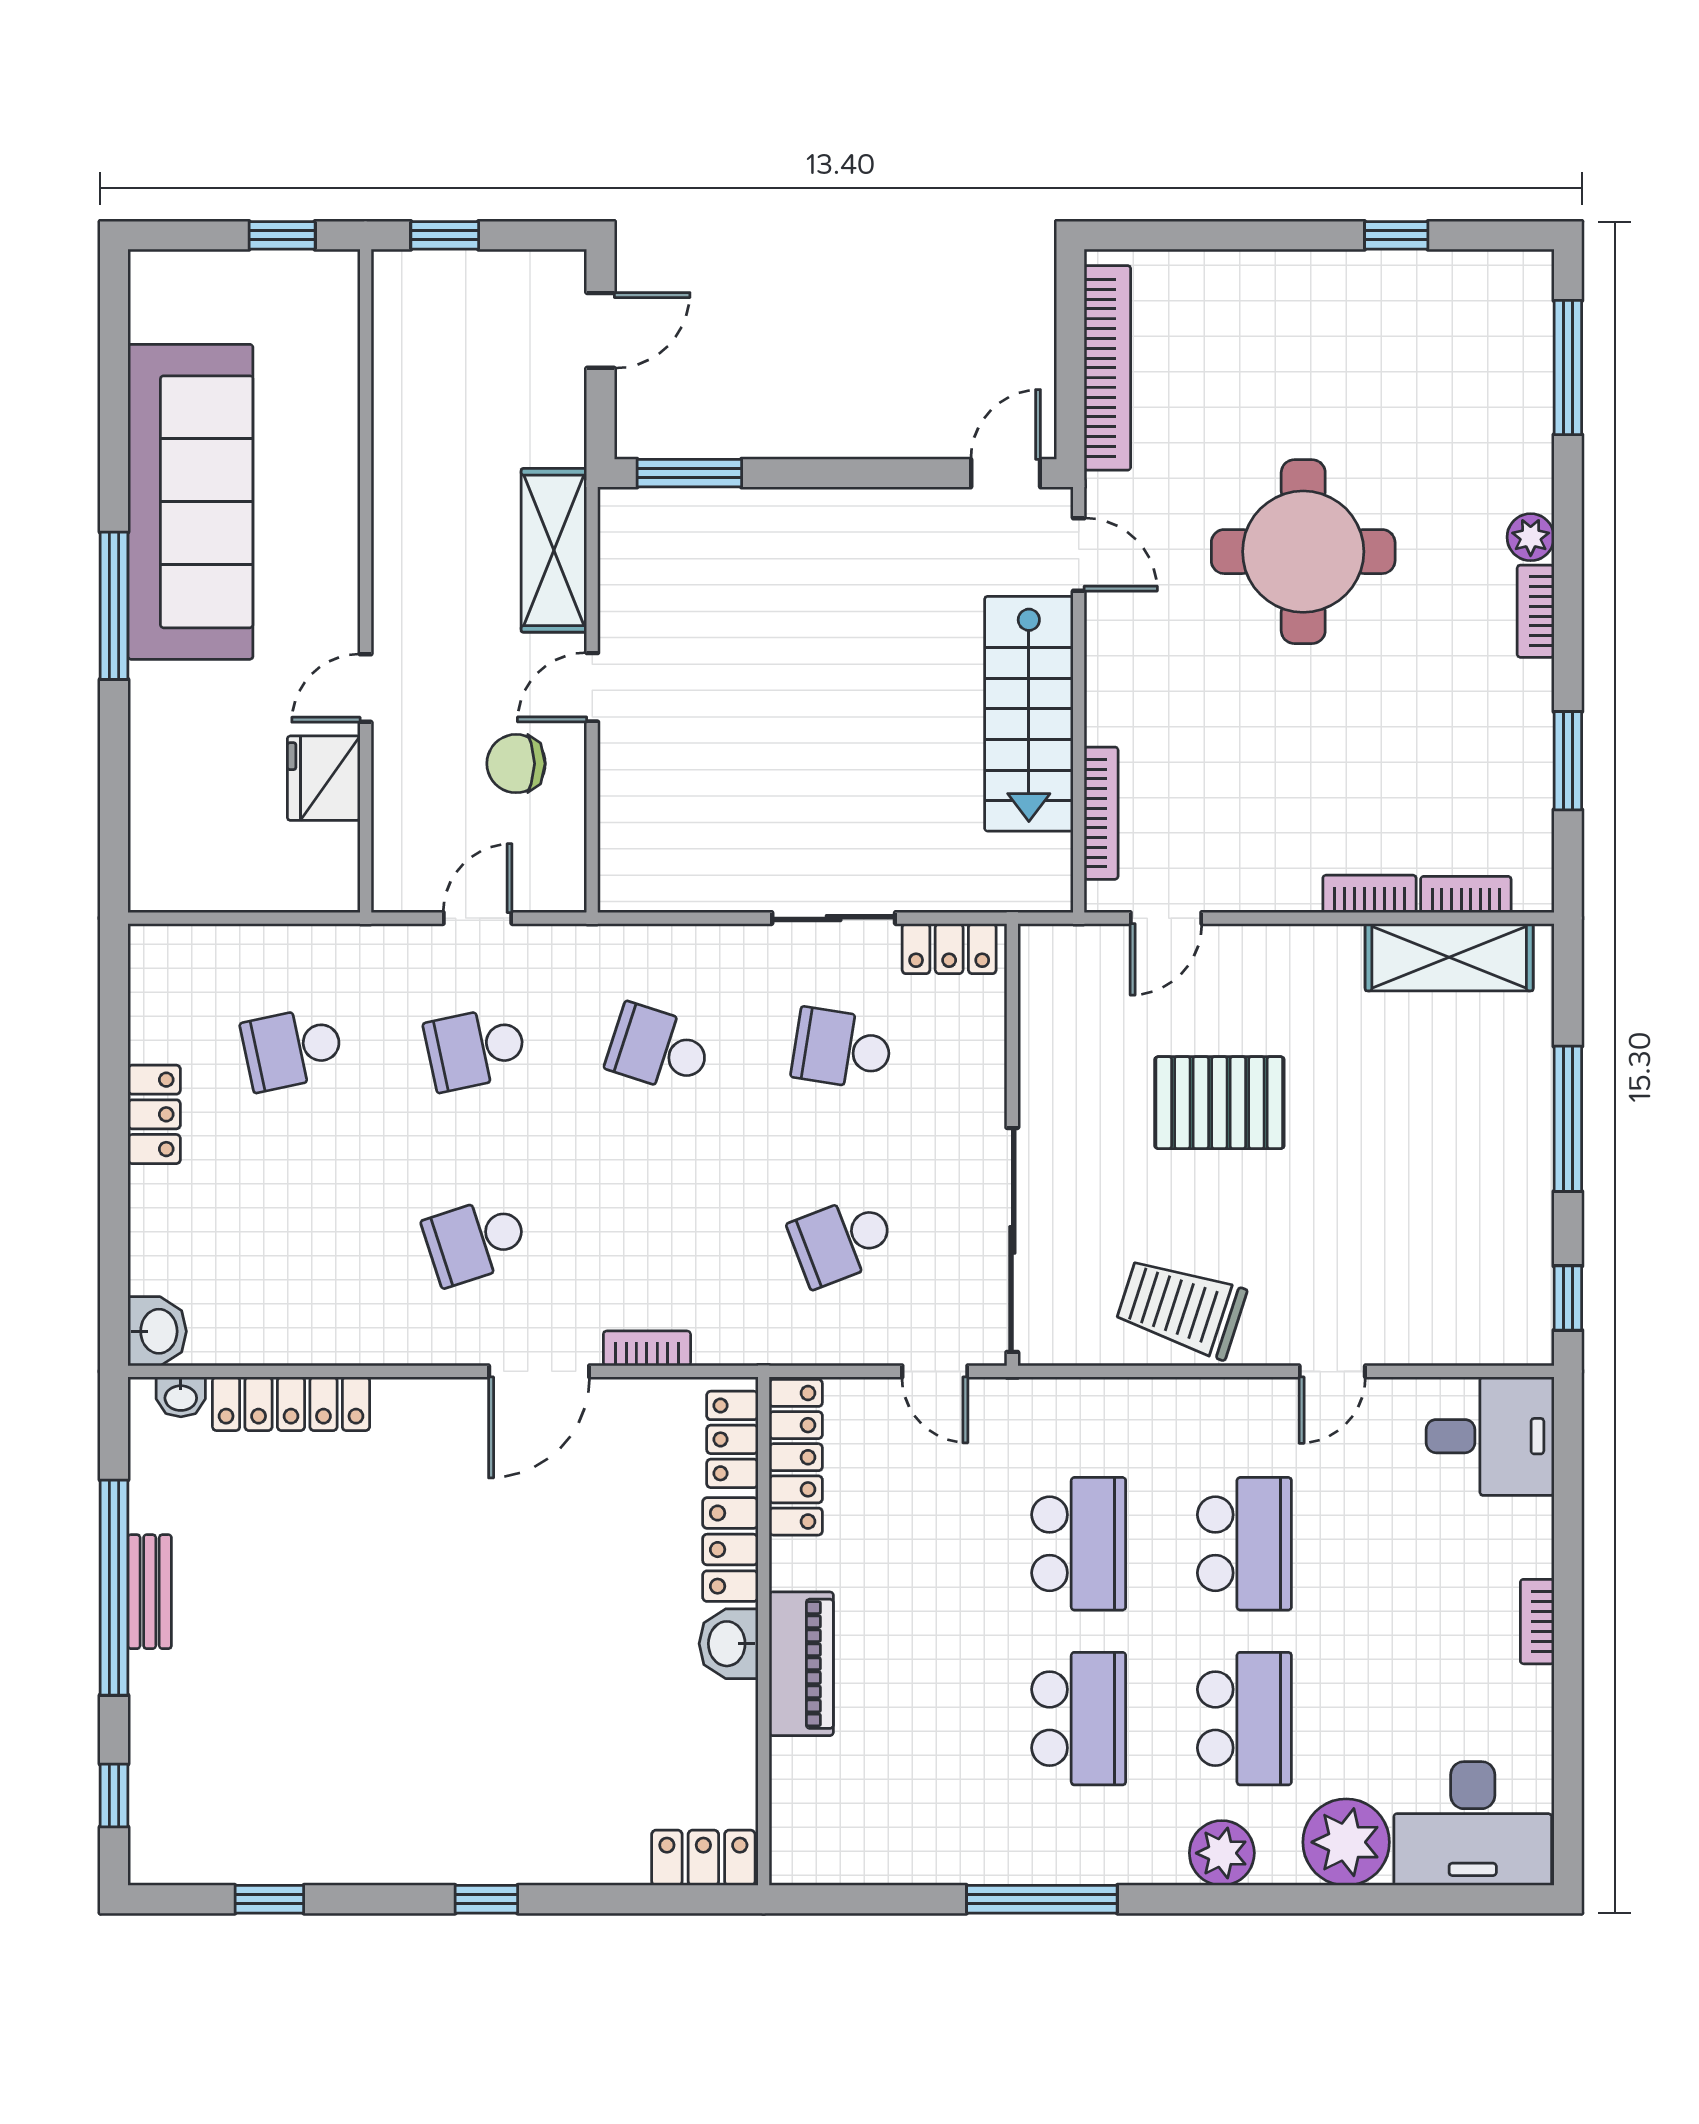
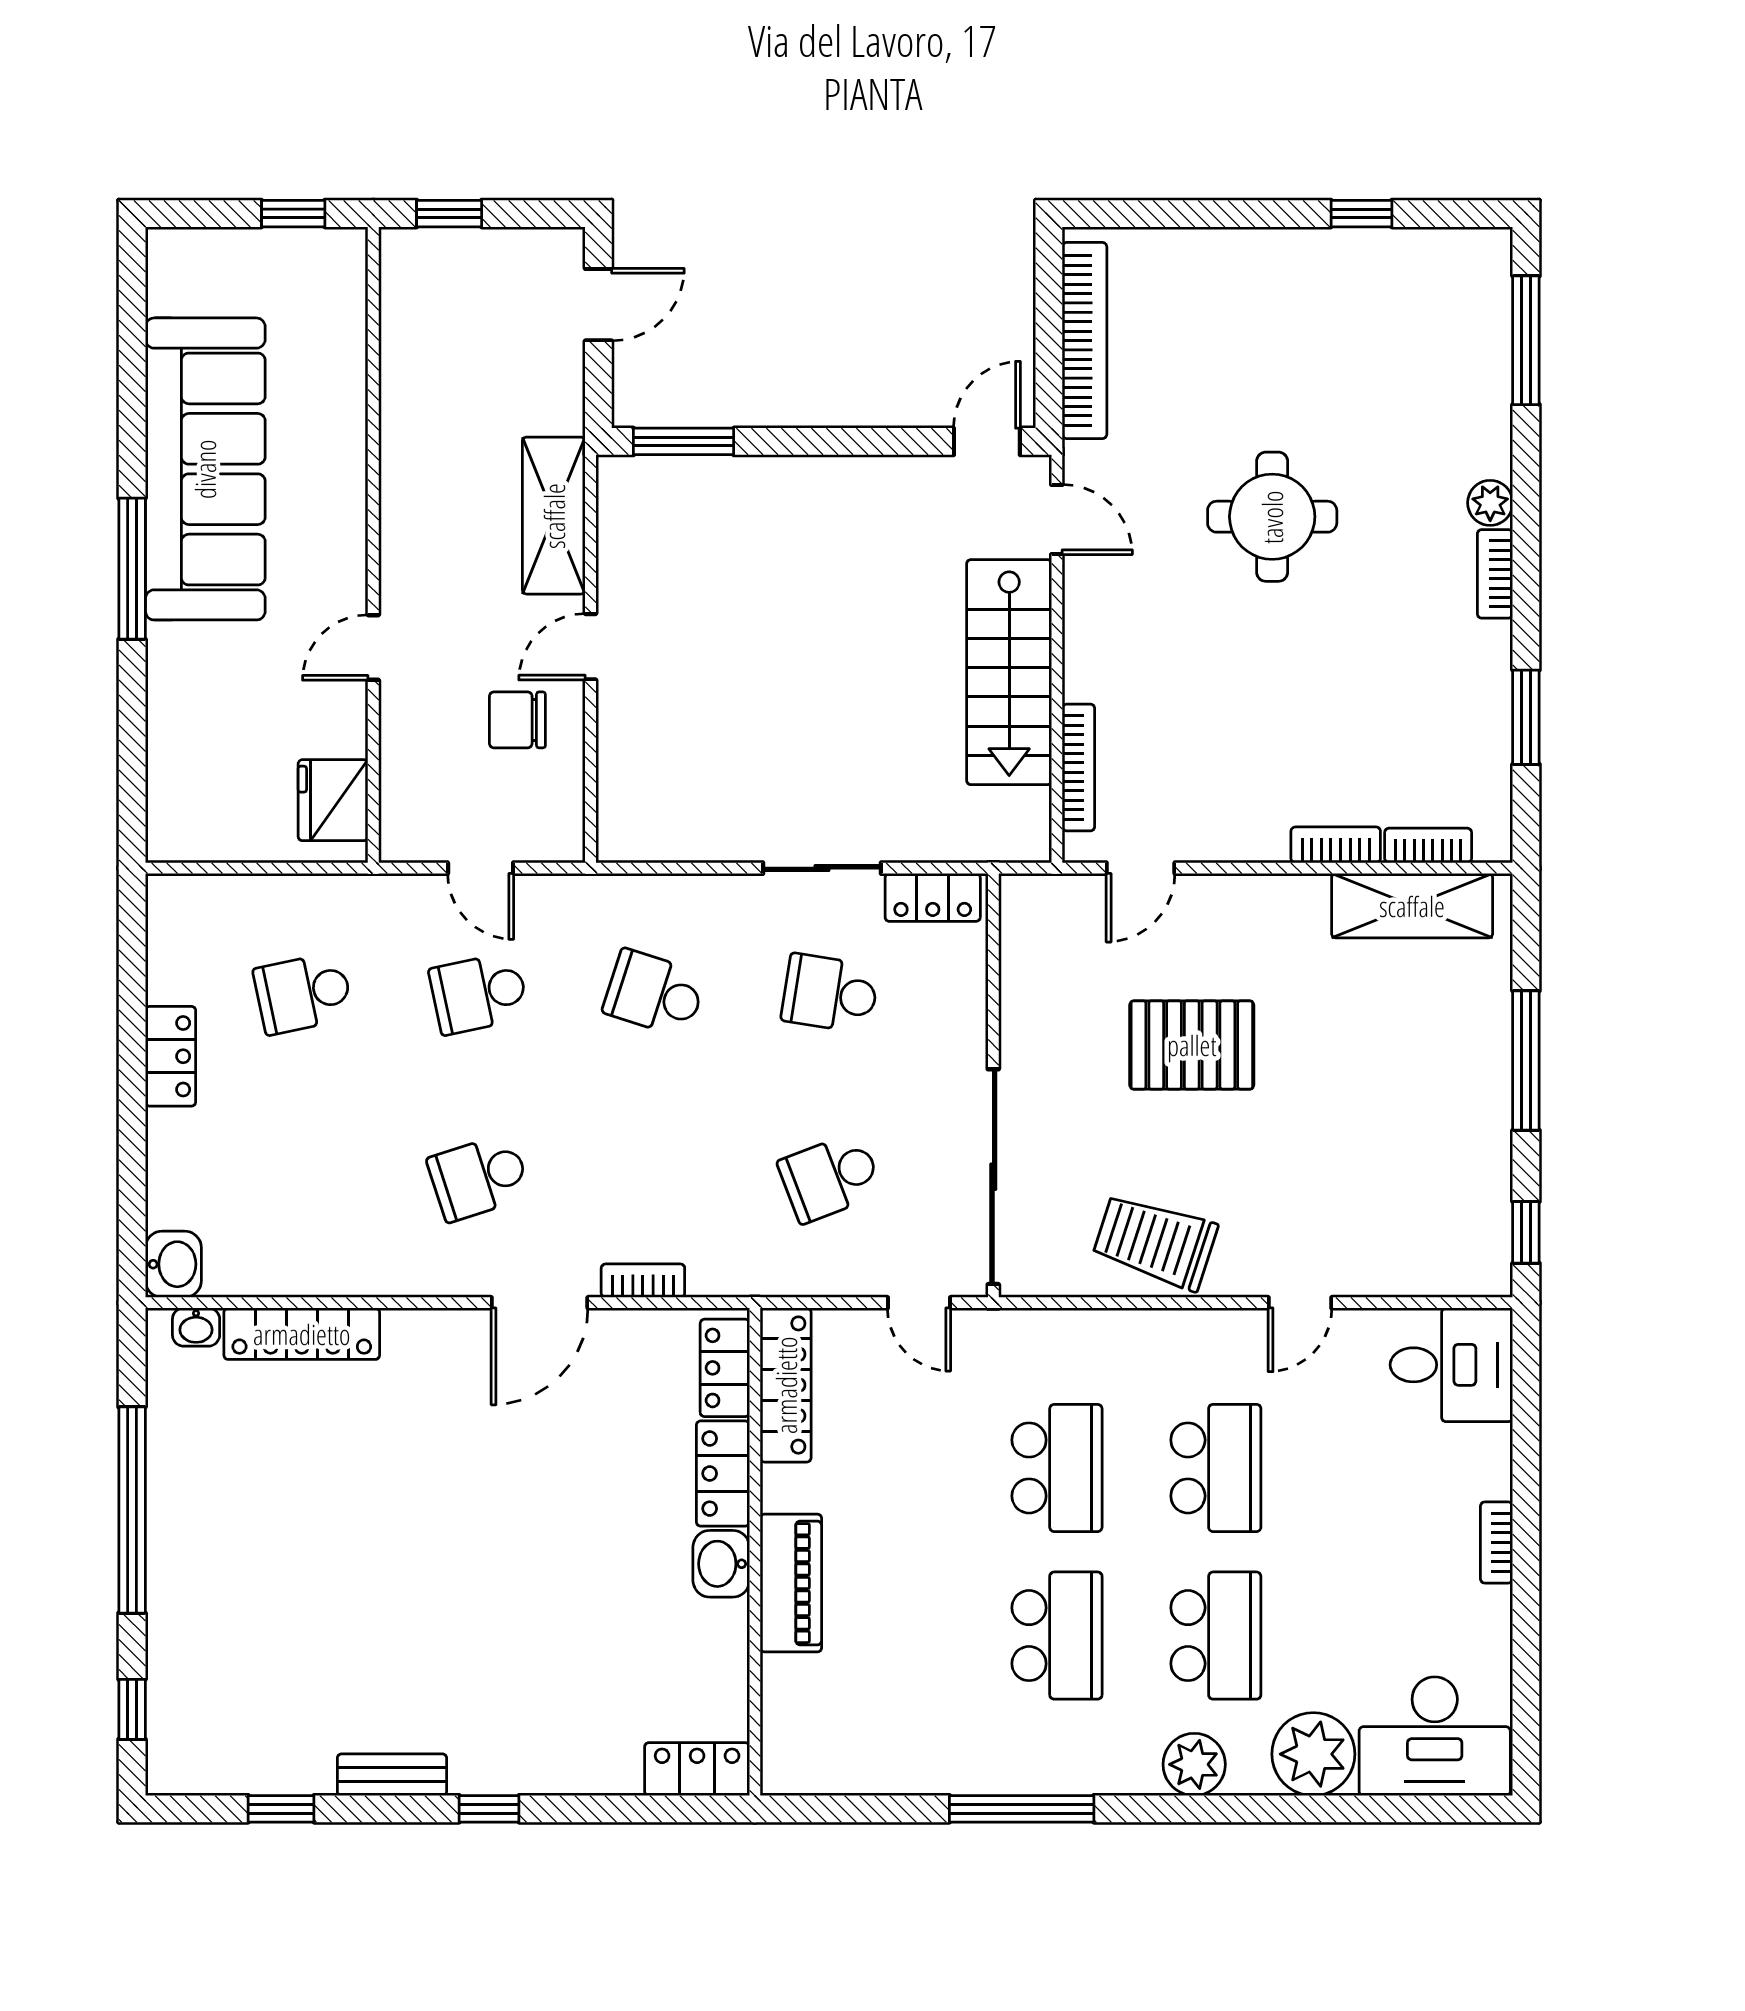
round table: (1303, 552) -> (1272, 517), width x0.73, depth x0.73
fridge: (324, 778) -> (333, 800), moved
door: (478, 918) -> (481, 868), swing flipped
bench: (150, 1592) -> (392, 1775), moved, turned 90

